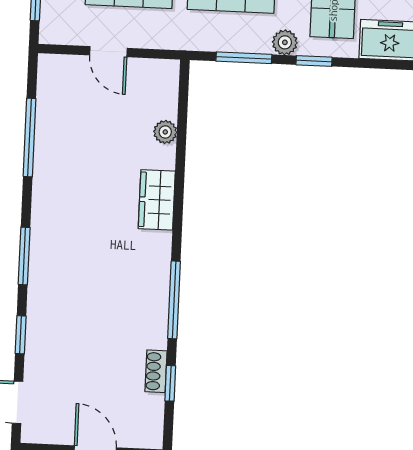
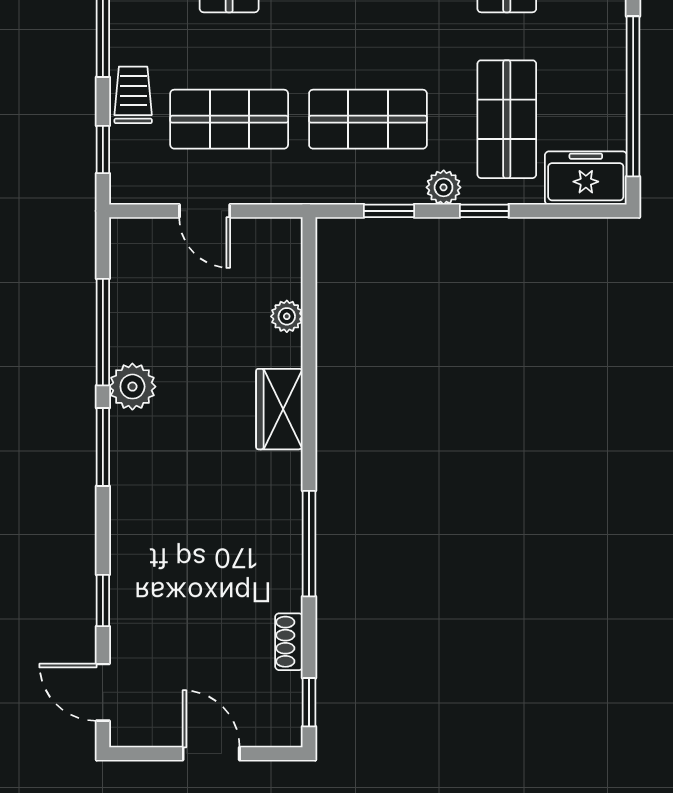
window: (244, 58) -> (389, 211), width x0.67
plant: (49, 178) -> (132, 387), added
window: (24, 256) -> (103, 447), moved
window: (170, 383) -> (309, 702), moved

